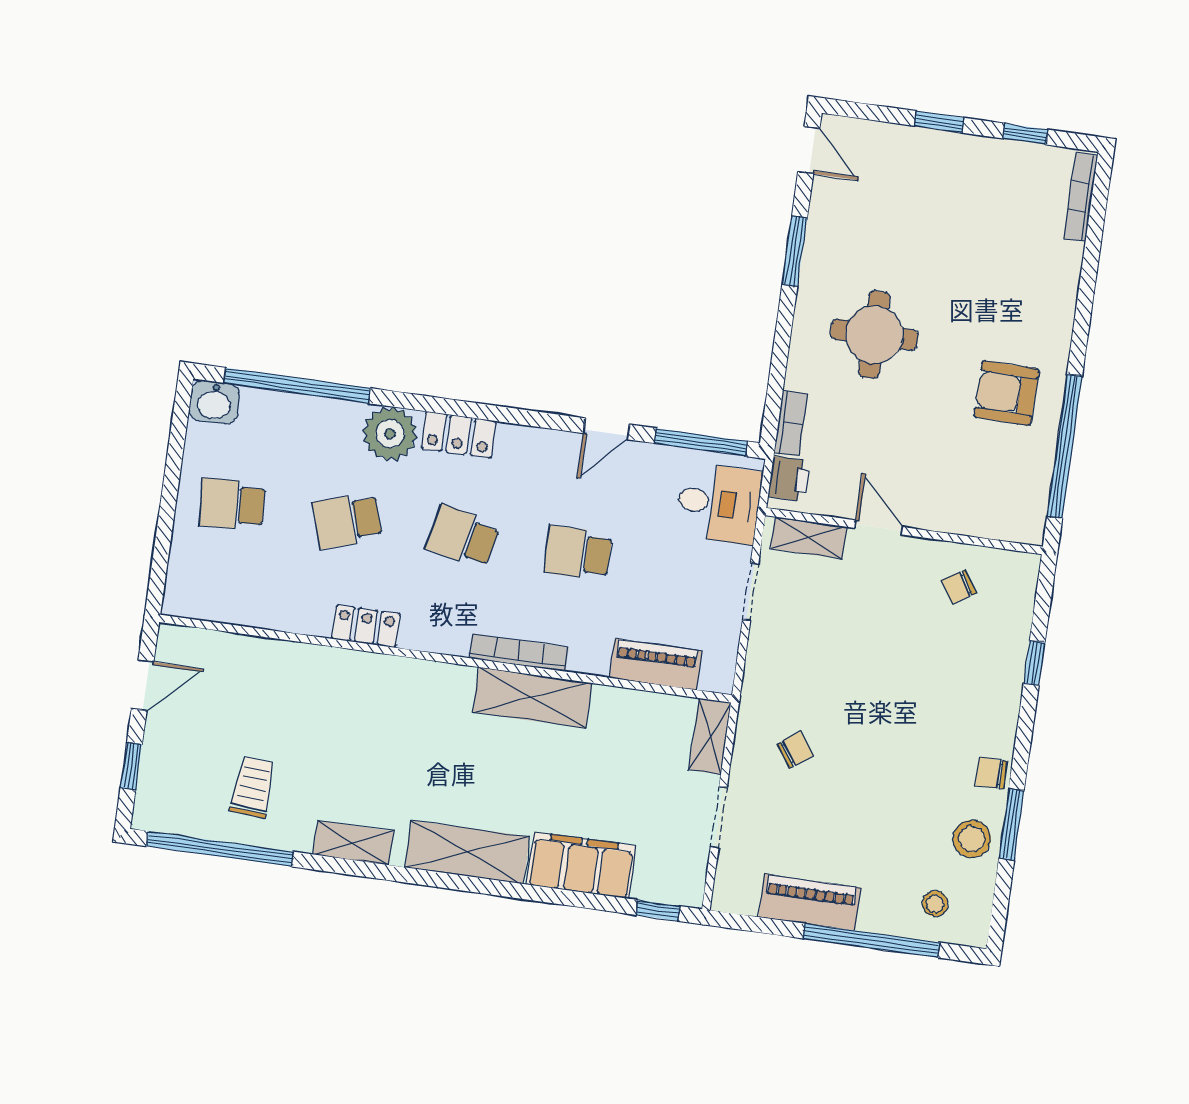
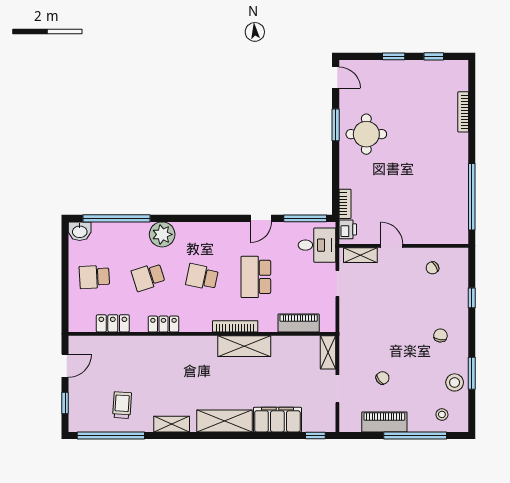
bookcase: (1081, 197) -> (463, 112), moved
round table: (874, 335) -> (366, 134), moved
armchair: (1006, 393) -> (442, 176), removed
locker: (458, 435) -> (113, 323), moved, turned 180
school desk: (578, 553) -> (256, 277), width x1.85
chair: (795, 750) -> (383, 378), moved
chair: (991, 773) -> (440, 335), moved, turned 98

